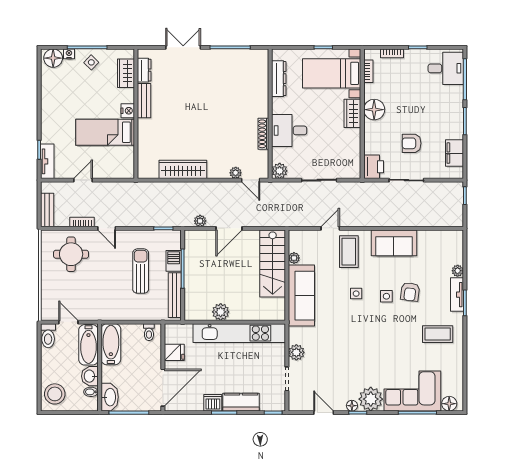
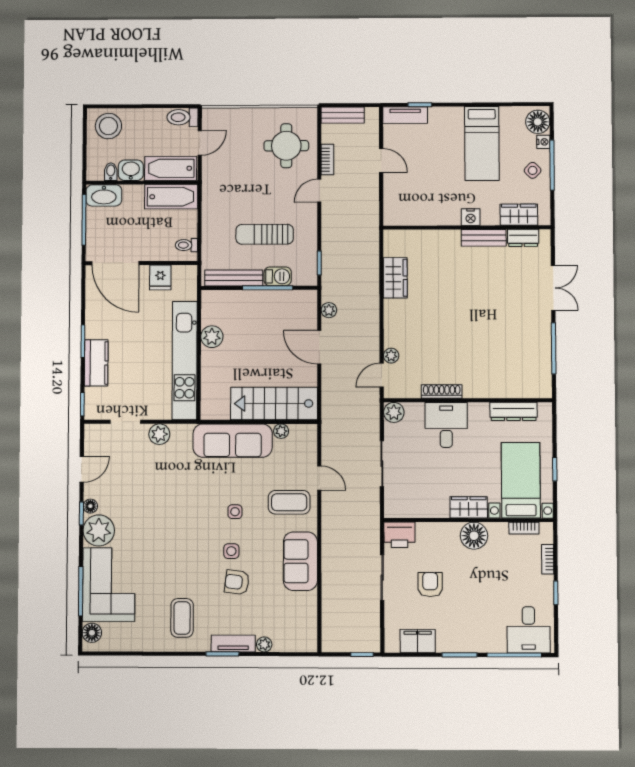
bed: (105, 132) -> (482, 143), moved, turned 180
wardrobe: (183, 169) -> (395, 278), width x0.67
sun lounger: (141, 271) -> (265, 234), turned 180
dishwasher: (213, 403) -> (96, 327), removed

